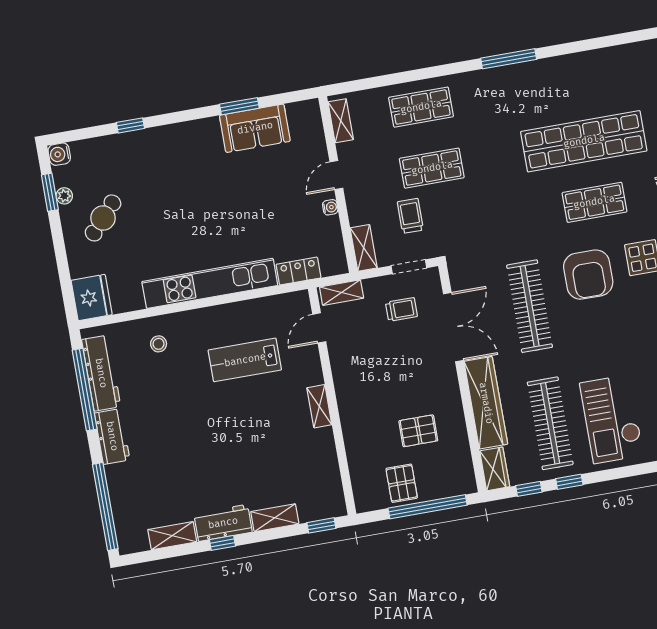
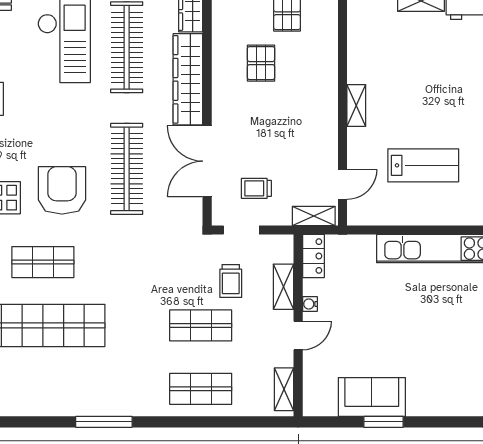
shelving: (364, 248) -> (283, 287), moved
locker: (298, 271) -> (313, 256), moved, turned -90
pallet: (418, 431) -> (261, 63), turned 90

